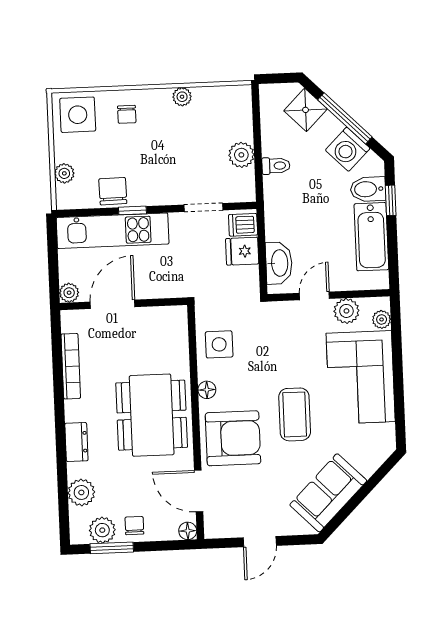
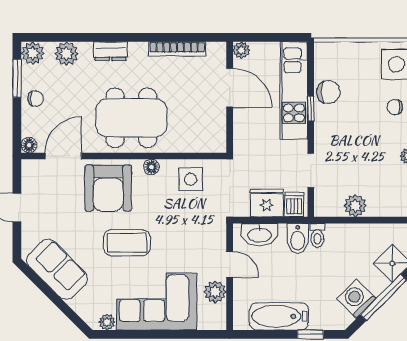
toilet: (276, 166) -> (317, 235), moved
plant: (64, 173) -> (346, 50), removed
bidet: (368, 189) -> (298, 239), moved, turned 180
fridge: (242, 251) -> (267, 203), width x1.38
plant: (382, 319) -> (107, 322), moved
plant: (102, 530) -> (33, 53), moved

